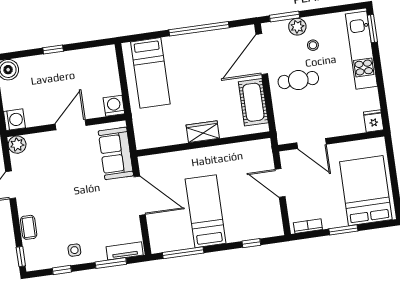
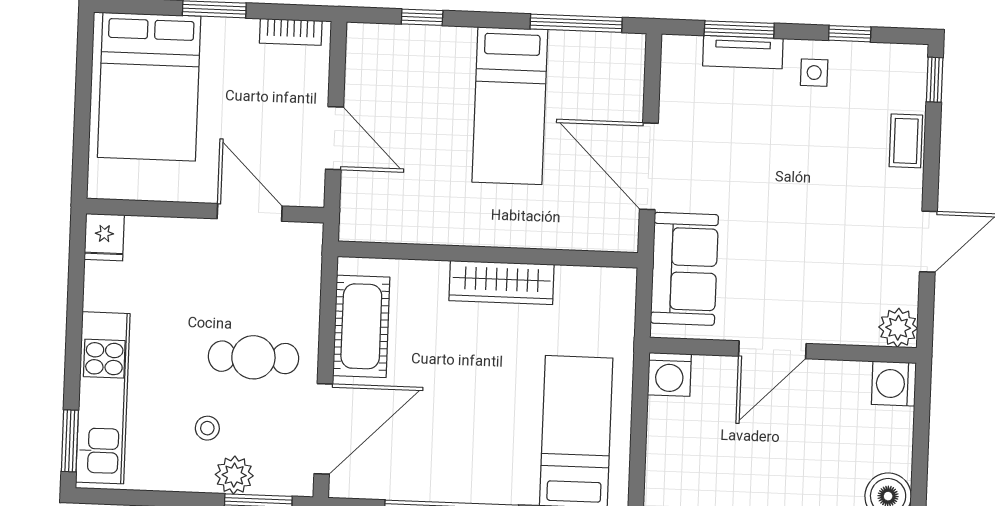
wardrobe: (203, 132) -> (502, 283), width x1.50
tv unit: (125, 251) -> (743, 52), moved

